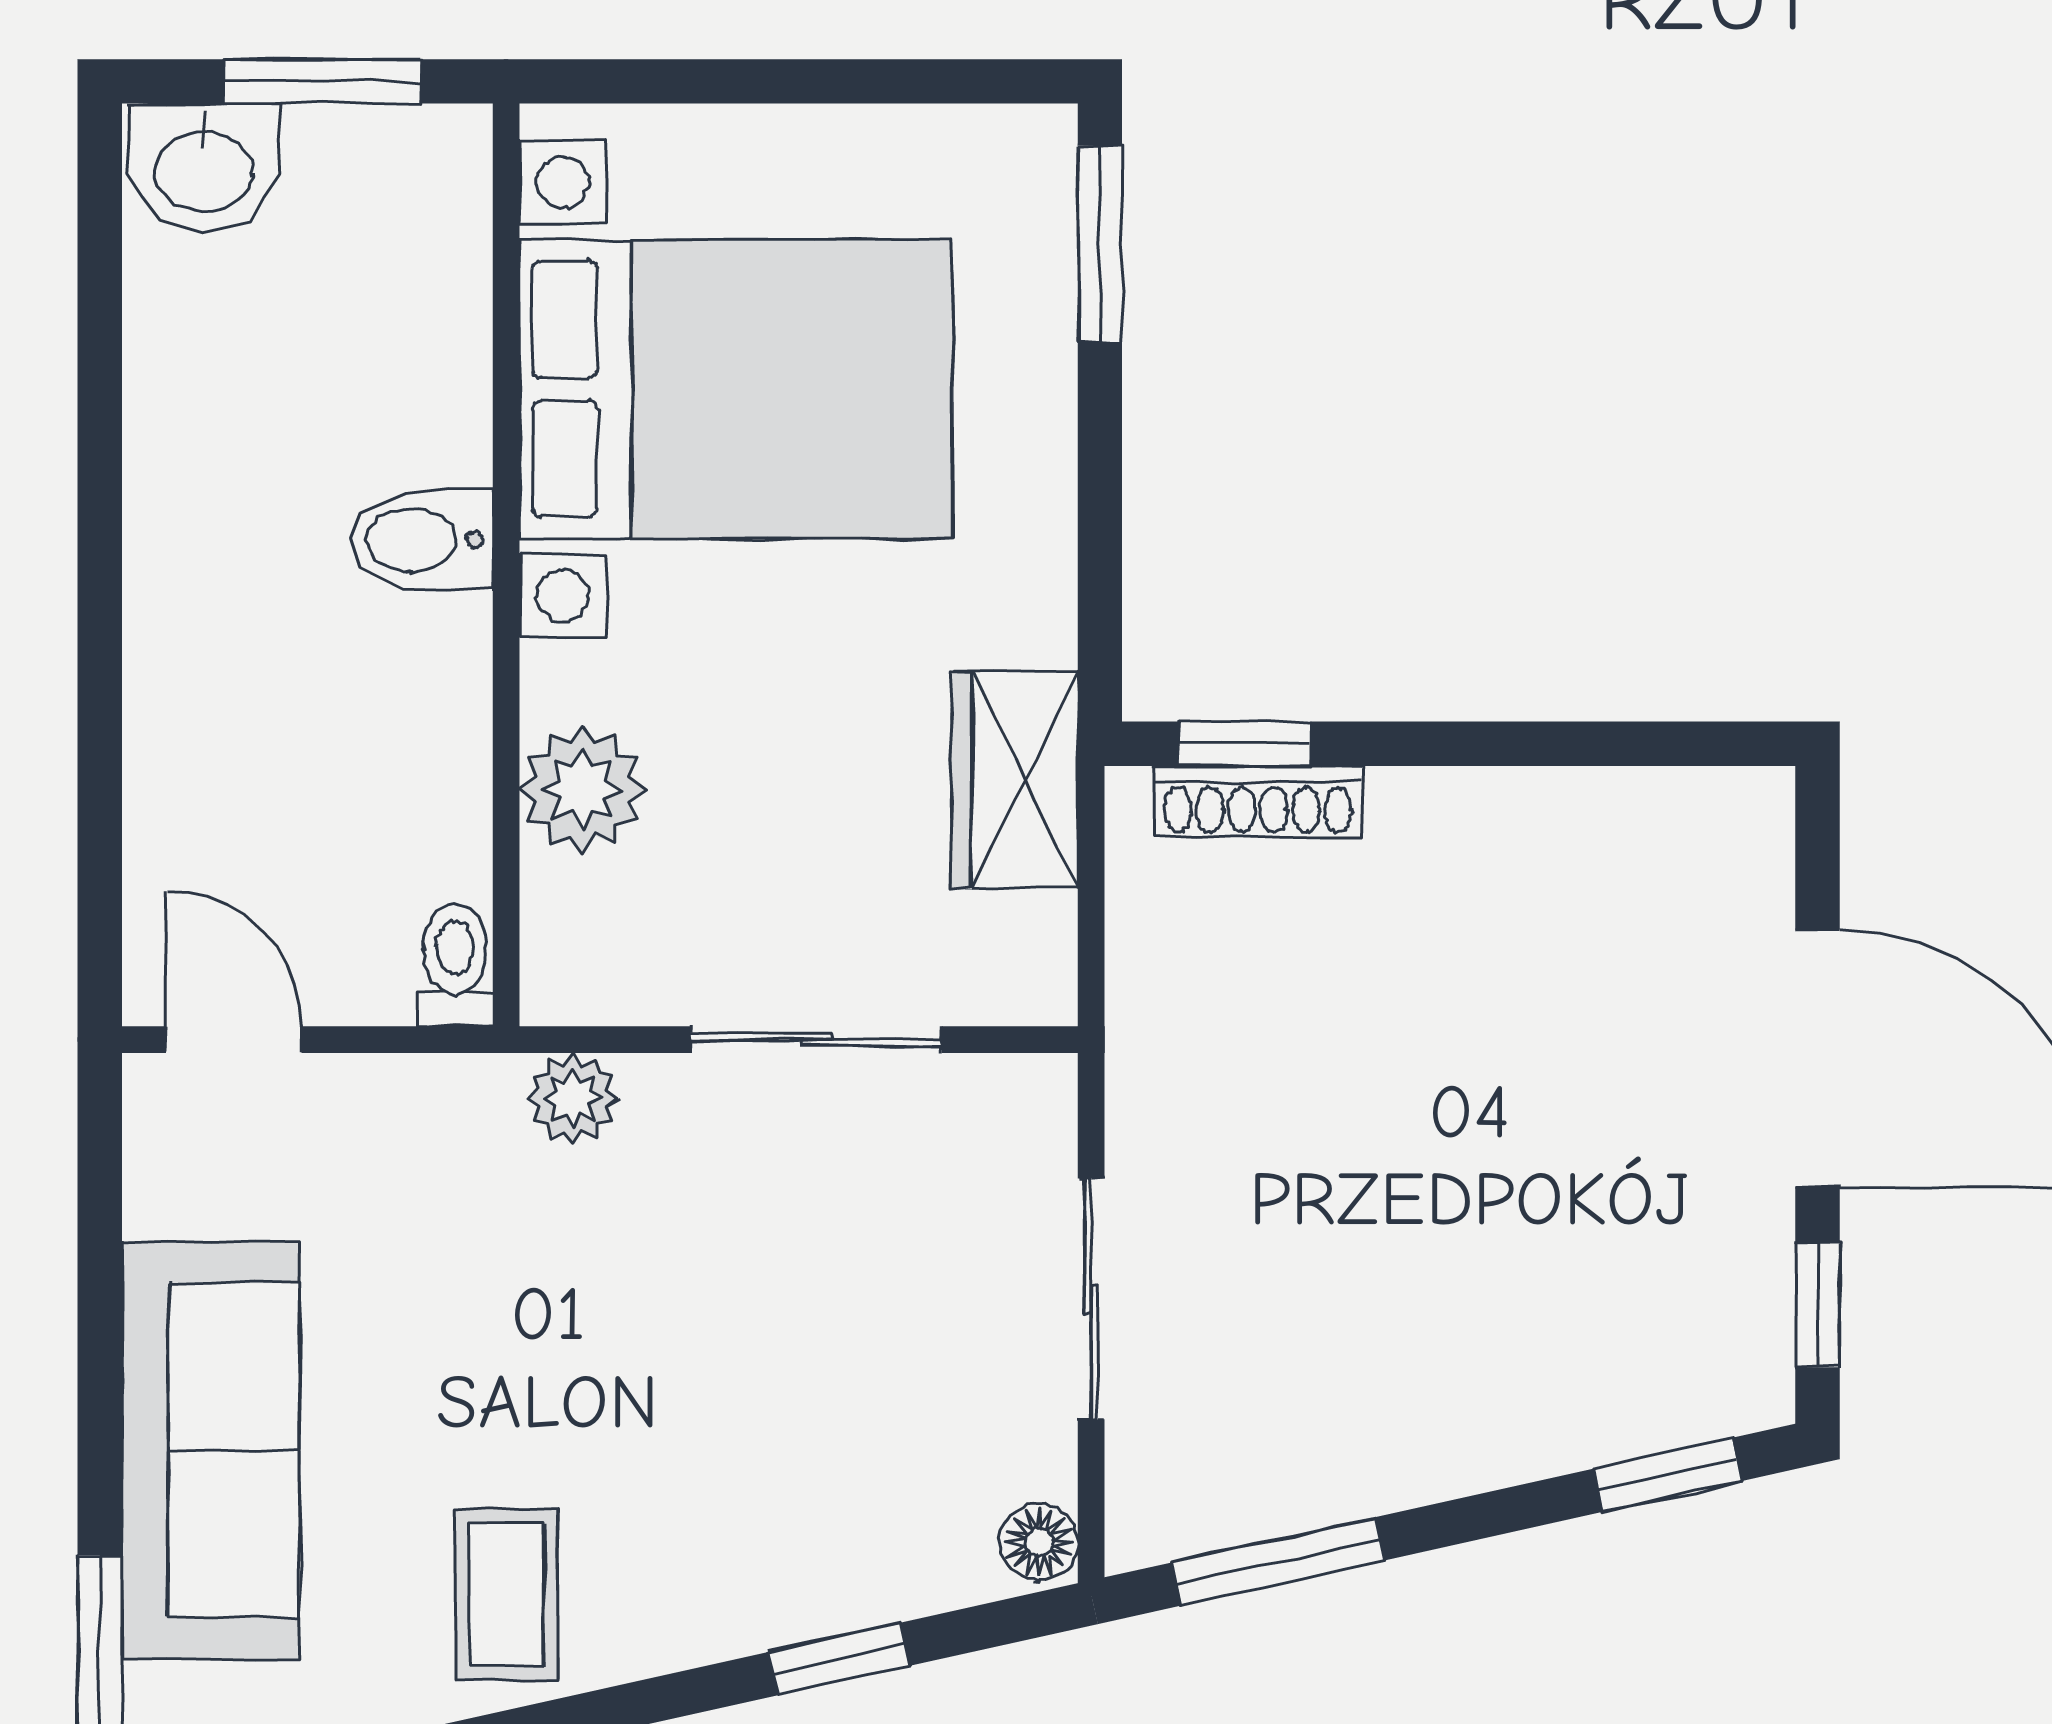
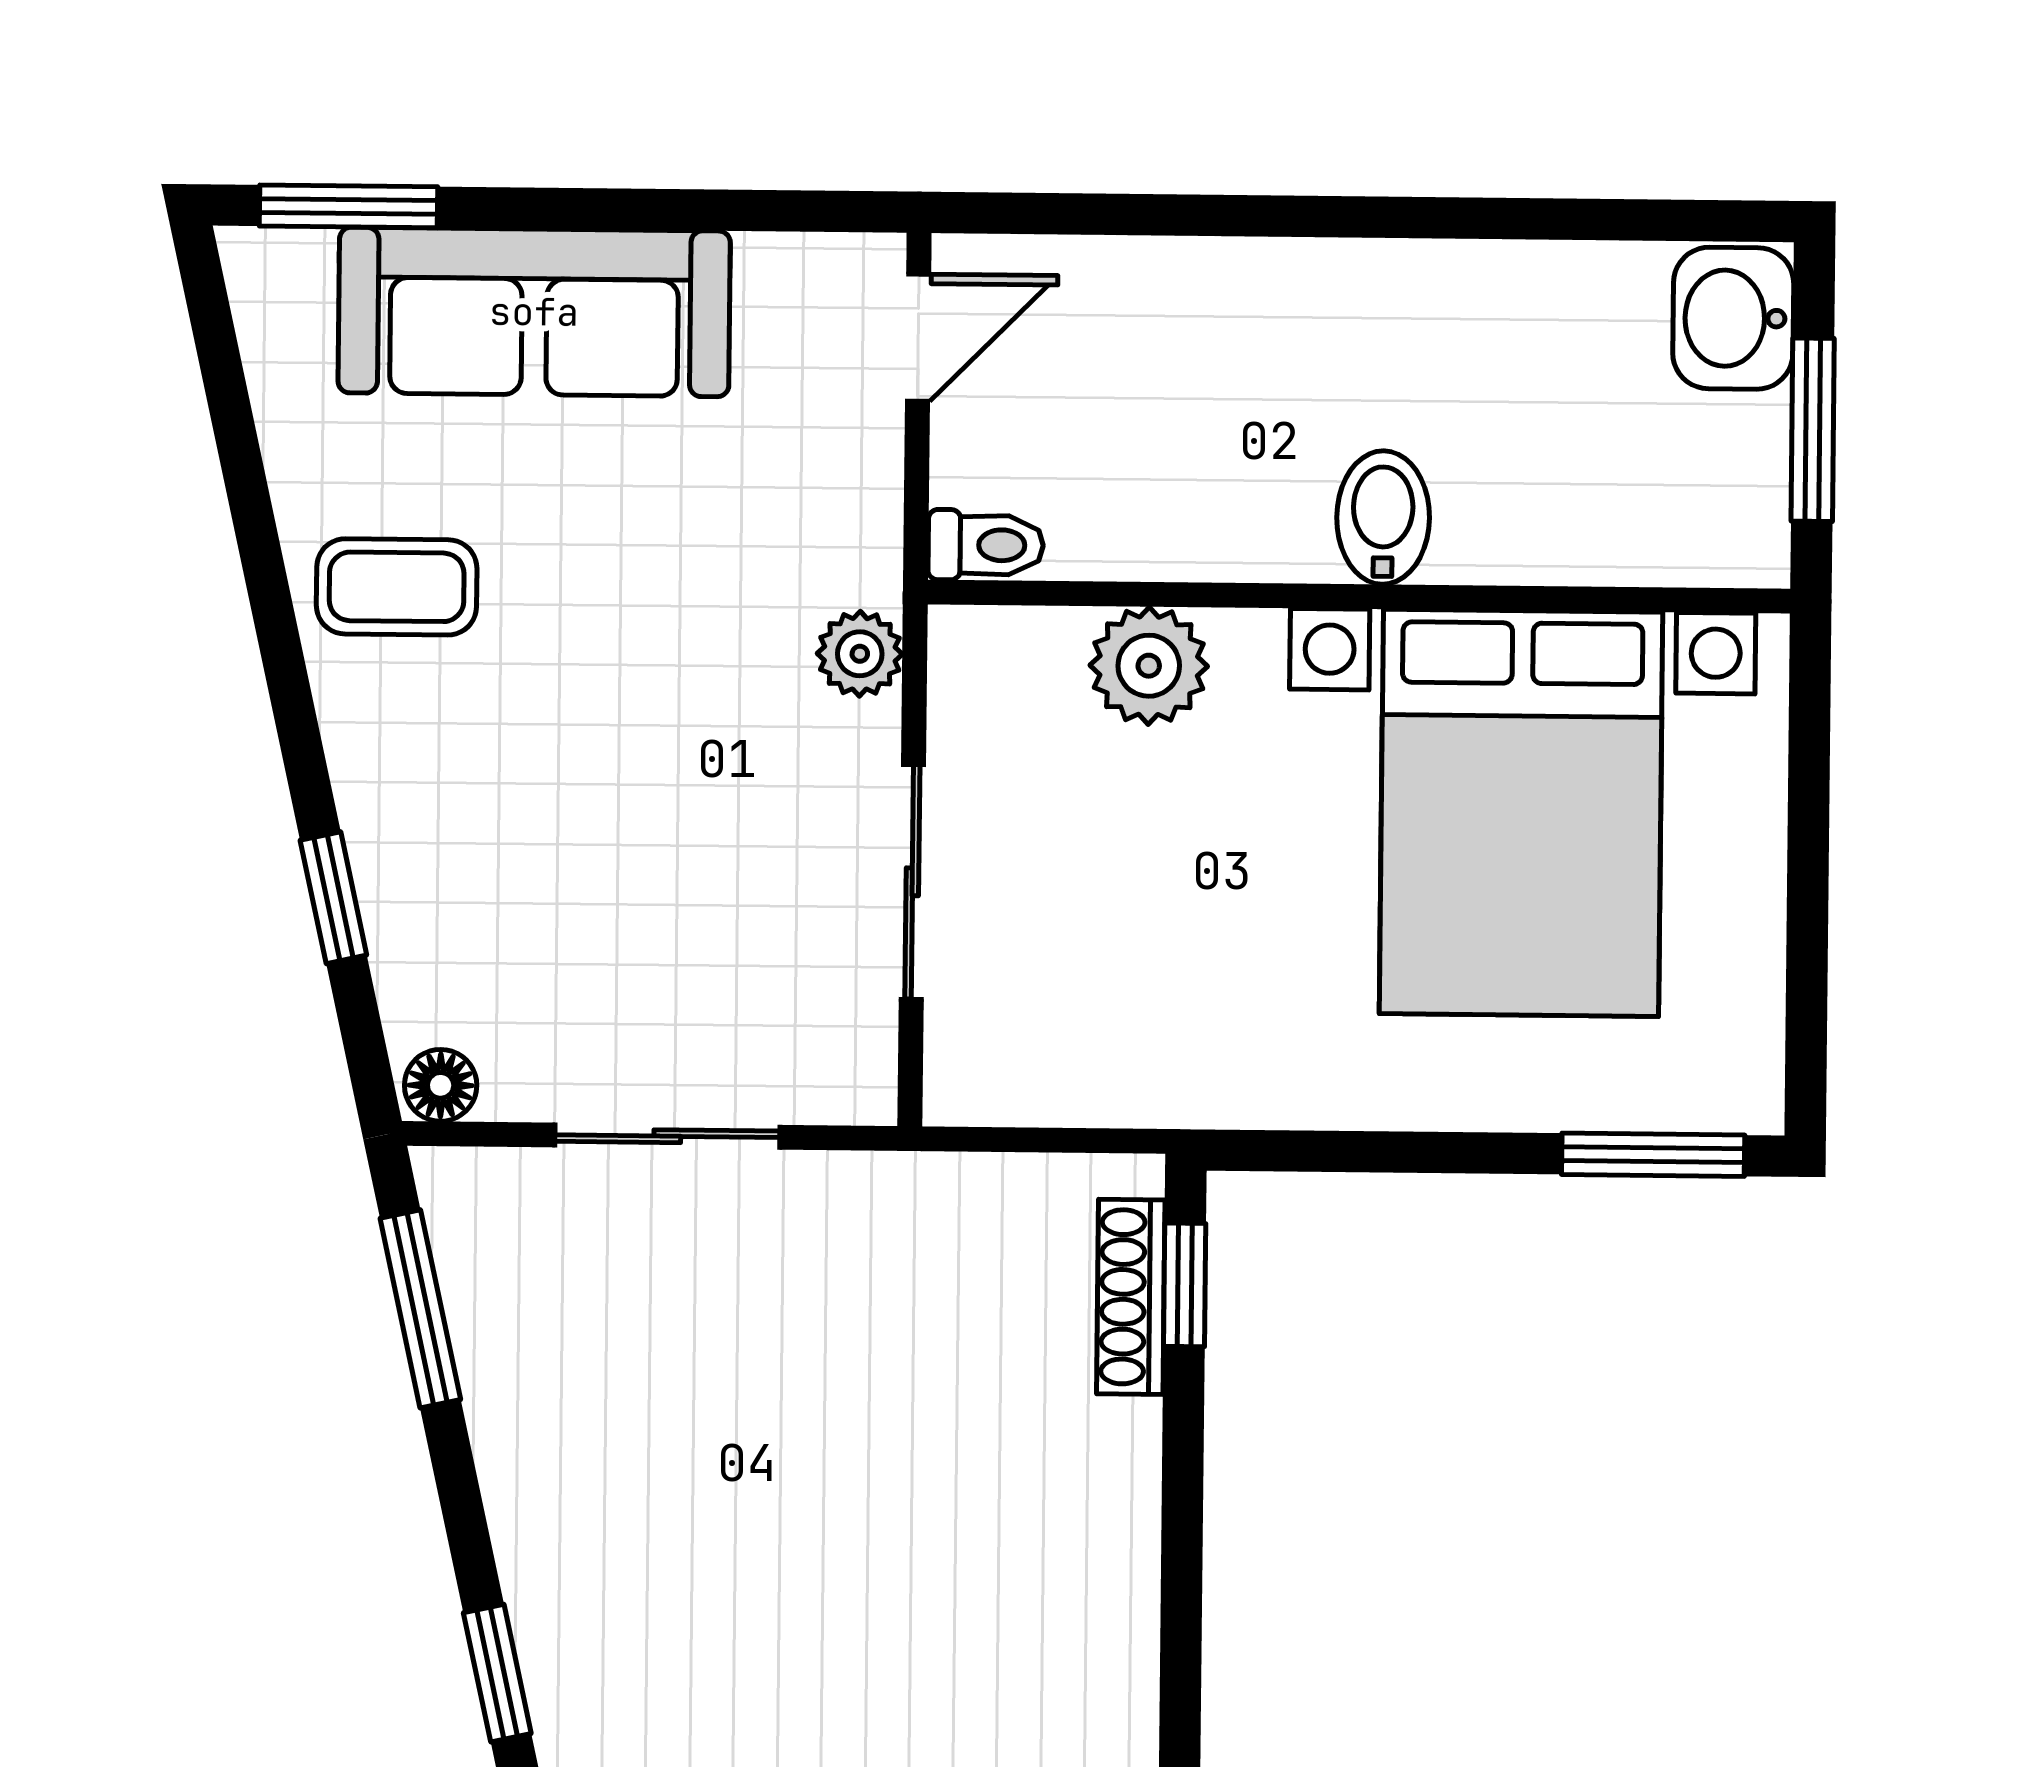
wardrobe: (1015, 780) -> (1153, 1070), removed

